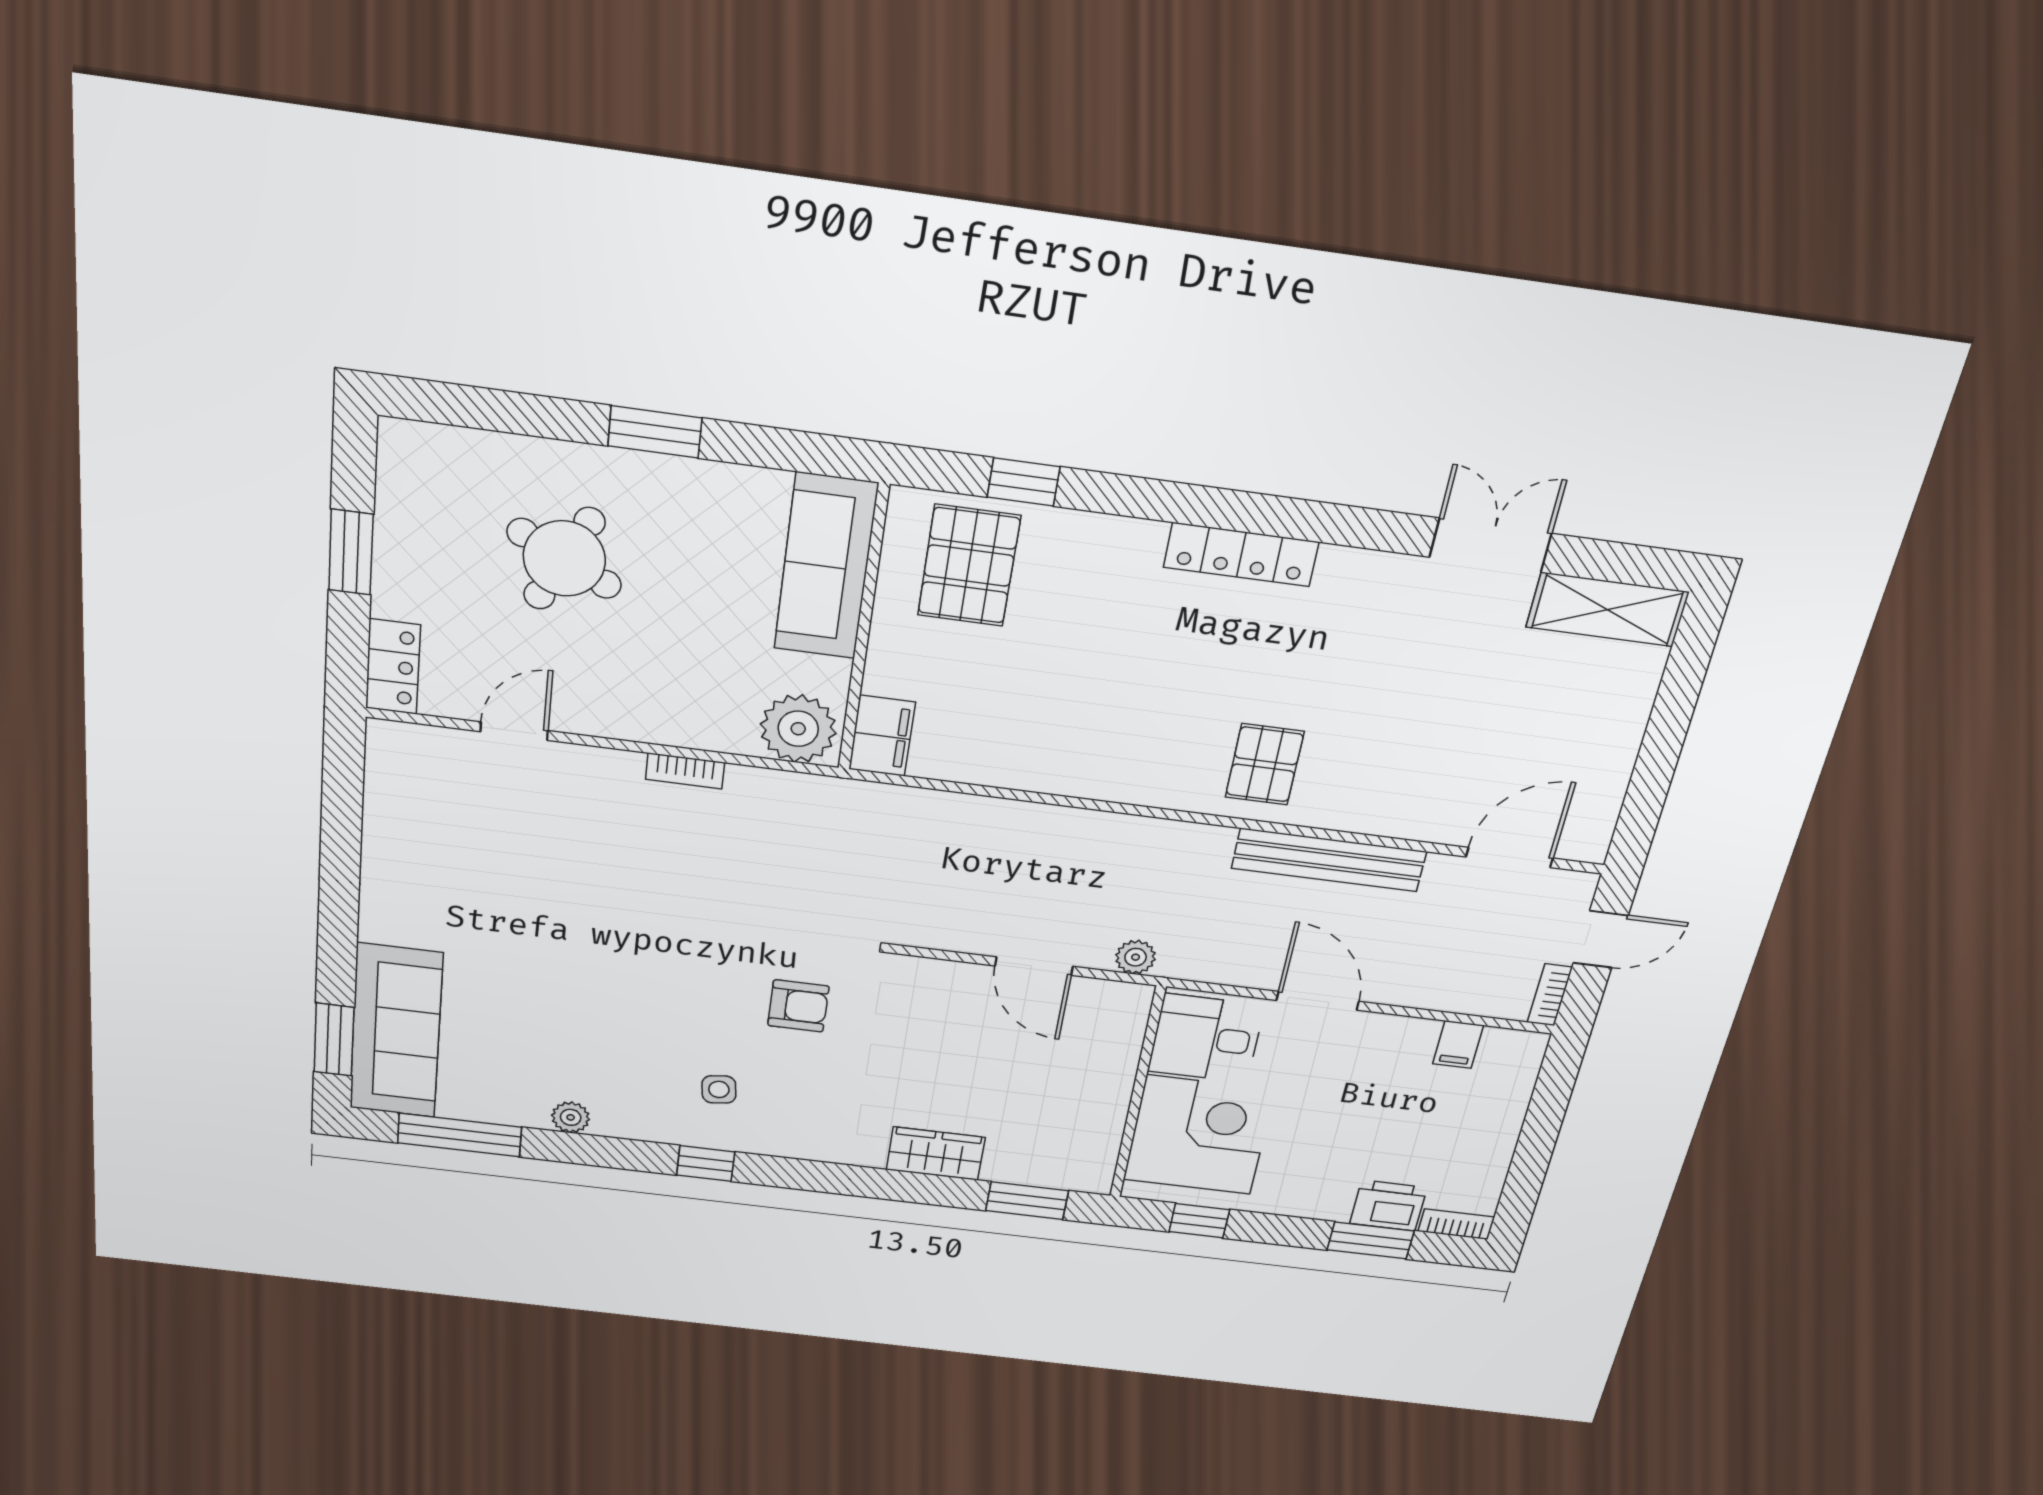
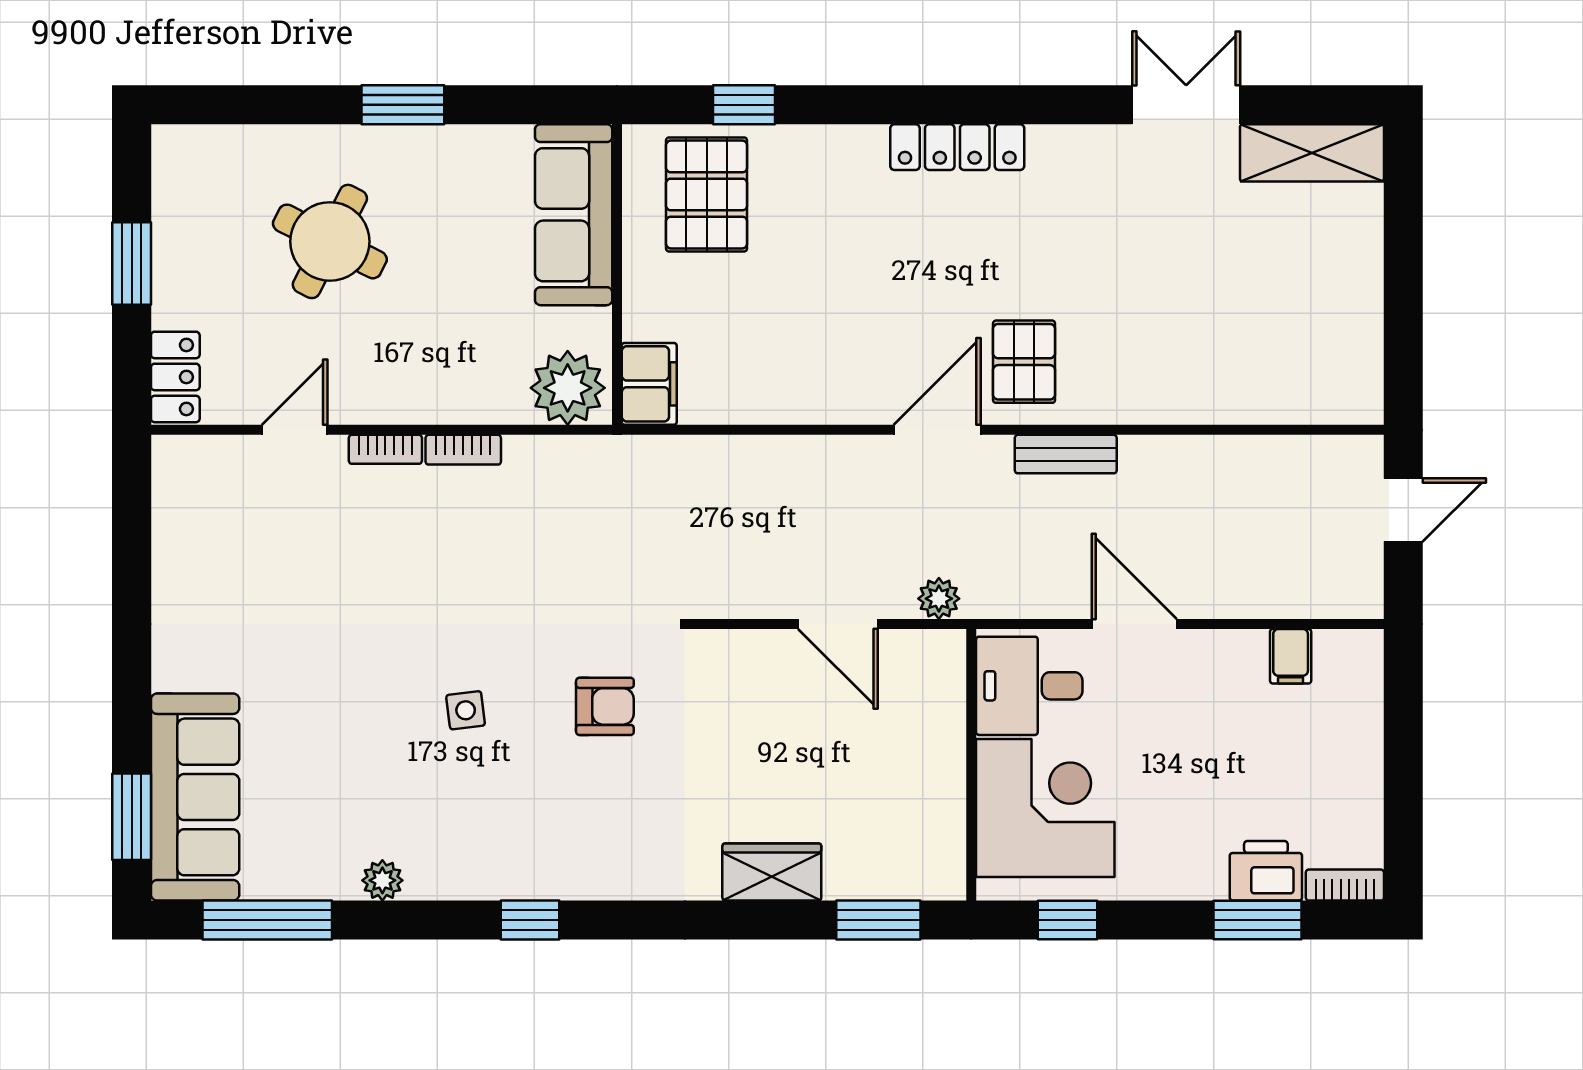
door: (1509, 857) -> (937, 430), moved
bench: (1329, 860) -> (1066, 454), width x0.54, depth x0.82
bookcase: (1550, 995) -> (385, 449), moved, turned -90
side table: (719, 1089) -> (466, 710), moved

